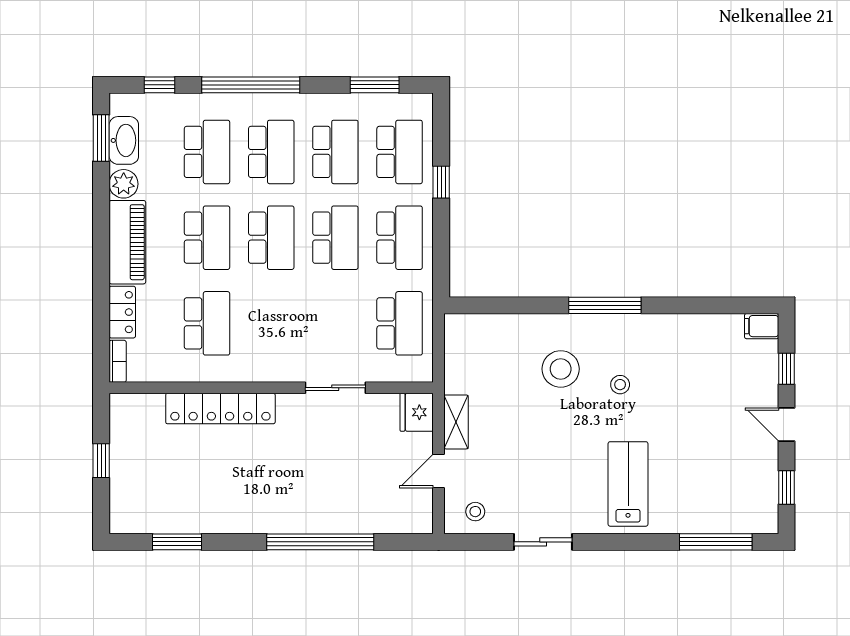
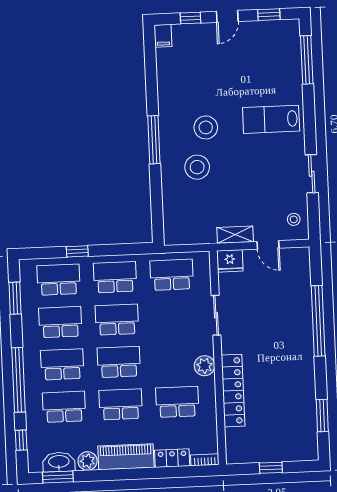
plant: (260, 367) -> (204, 366), added
stool: (620, 385) -> (206, 127), width x1.89, depth x1.89

